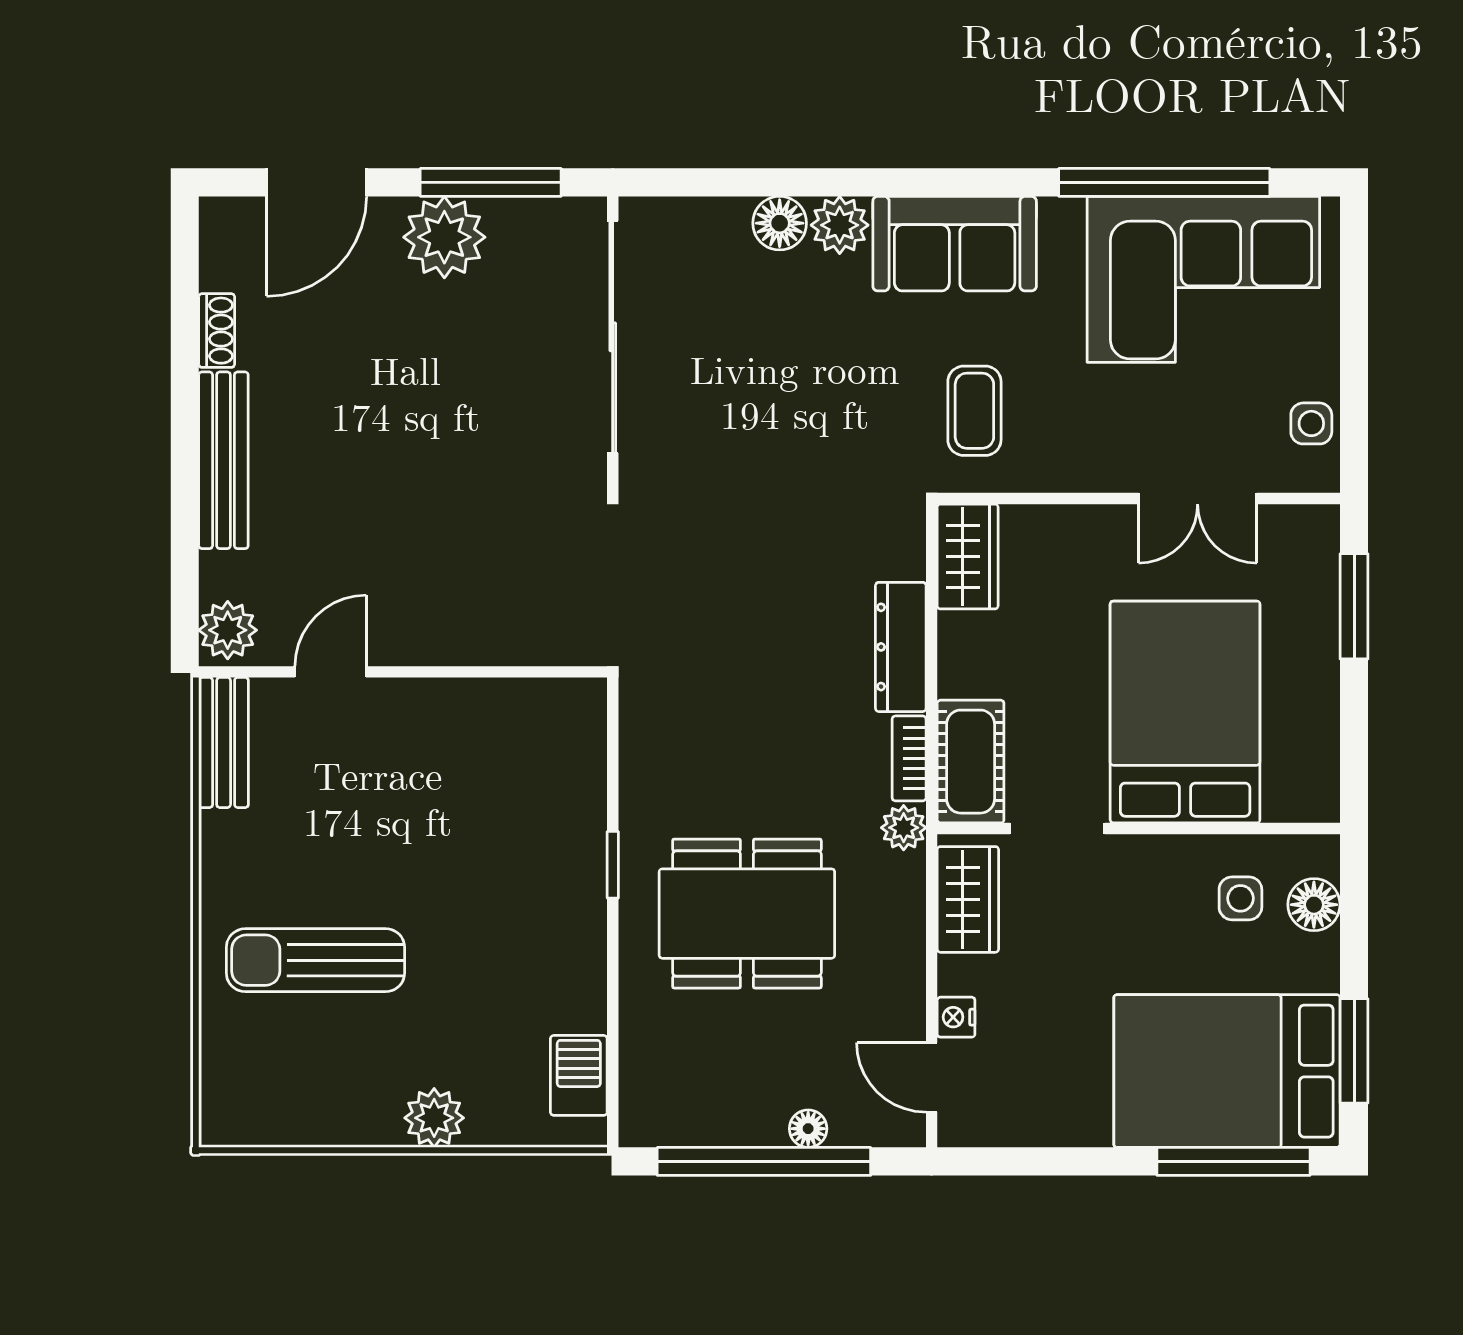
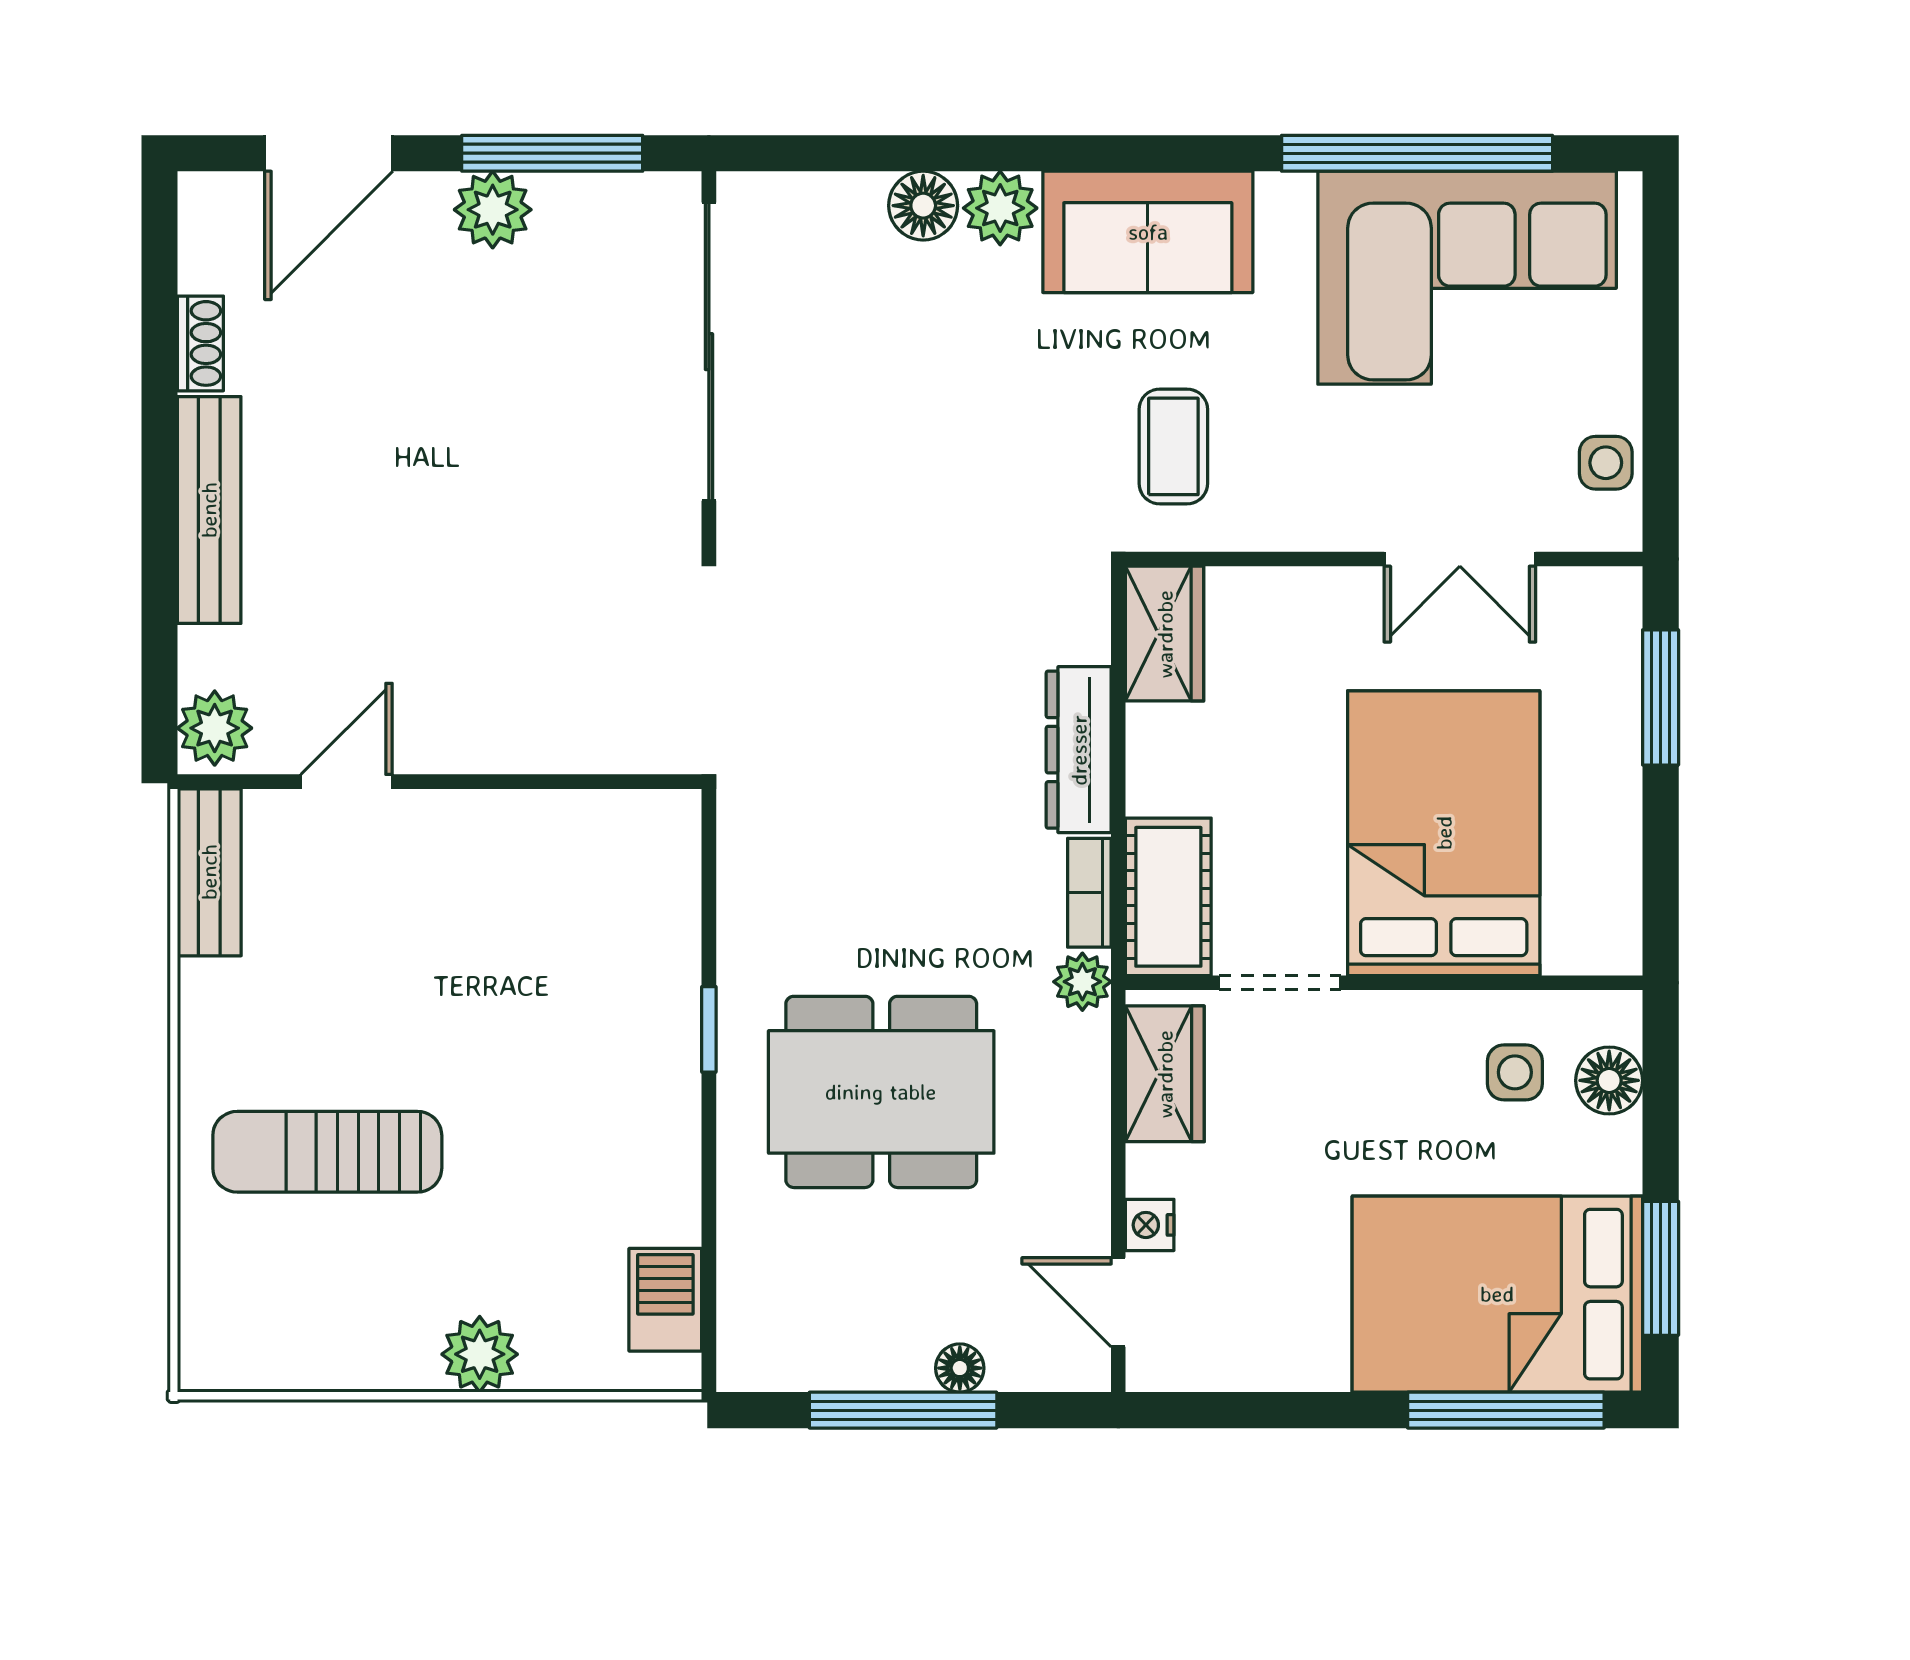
plant: (444, 237) -> (493, 210), width x0.73, depth x0.73
window: (764, 1161) -> (903, 1410), width x0.68

